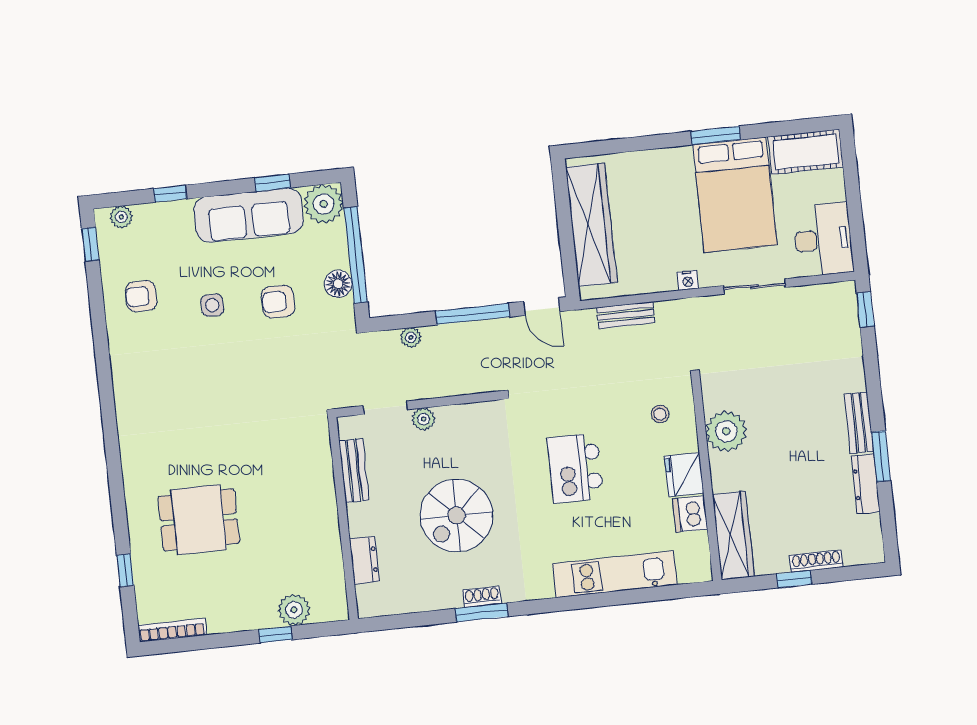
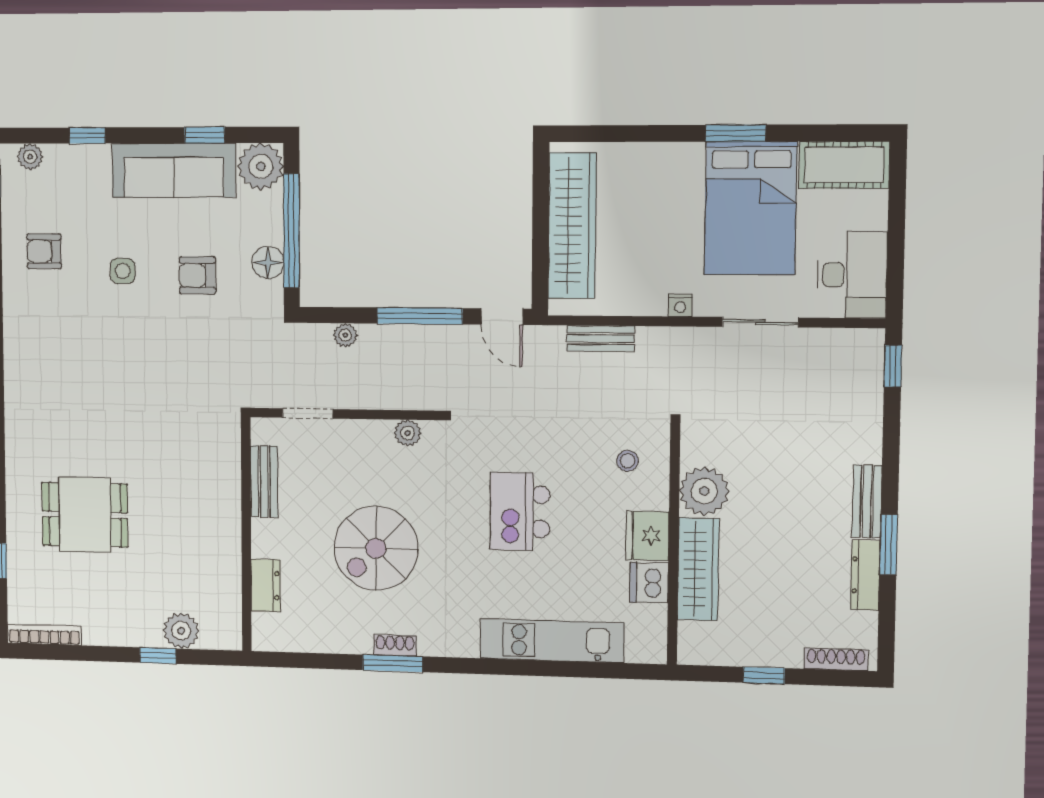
plant: (424, 419) -> (408, 433), moved
wardrobe: (733, 536) -> (698, 569), moved
shoe rack: (816, 561) -> (836, 659), moved

